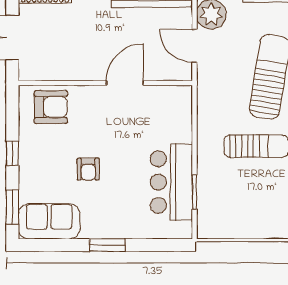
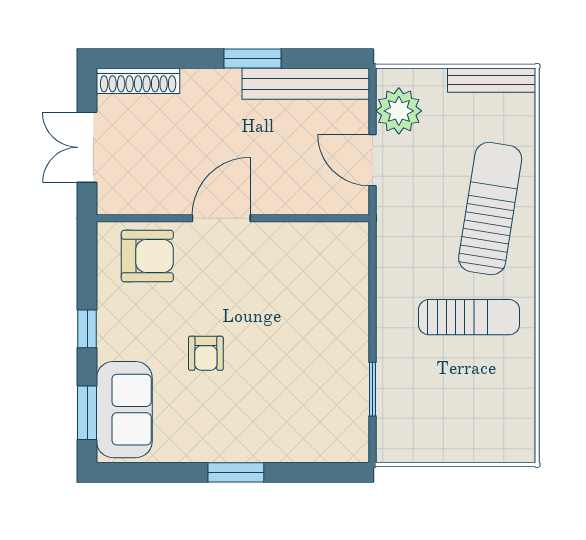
door: (125, 83) -> (221, 218), moved
bar counter: (171, 182) -> (336, 374), removed
sofa: (49, 221) -> (124, 410), moved, turned 90

